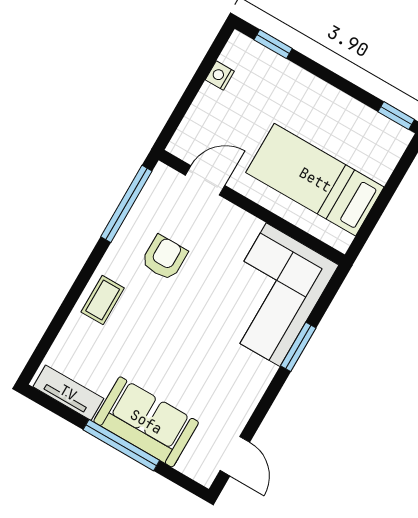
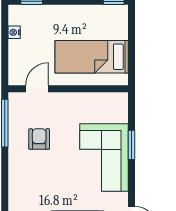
corner sofa: (273, 295) -> (104, 158), moved
coffee table: (103, 300) -> (21, 178), removed

